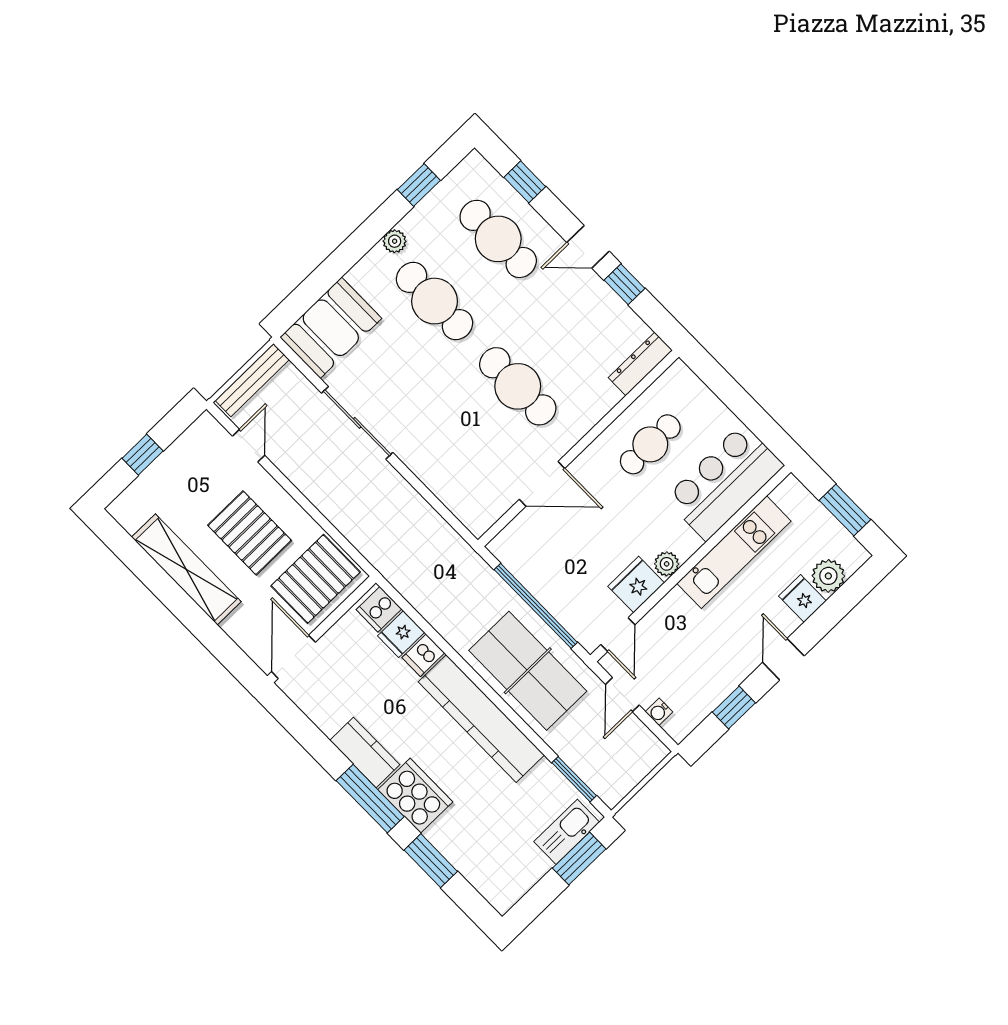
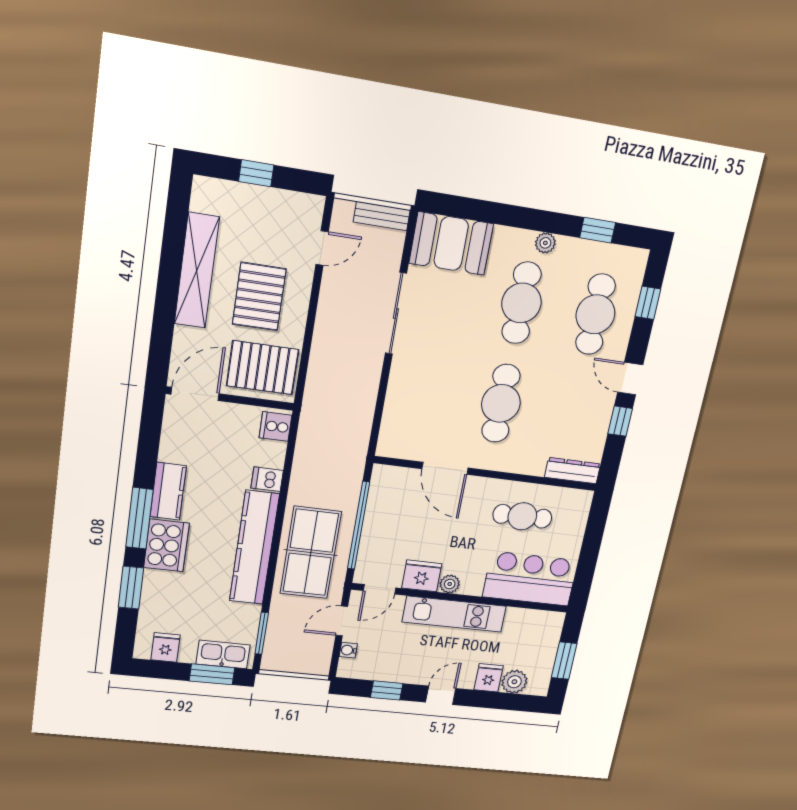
bench: (252, 380) -> (382, 216), width x0.73
kitchen unit: (734, 552) -> (454, 614), moved
fridge: (401, 634) -> (166, 647), moved, turned 90

